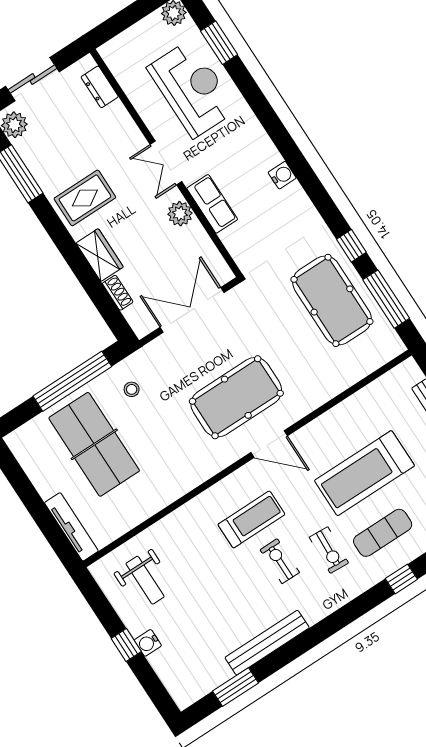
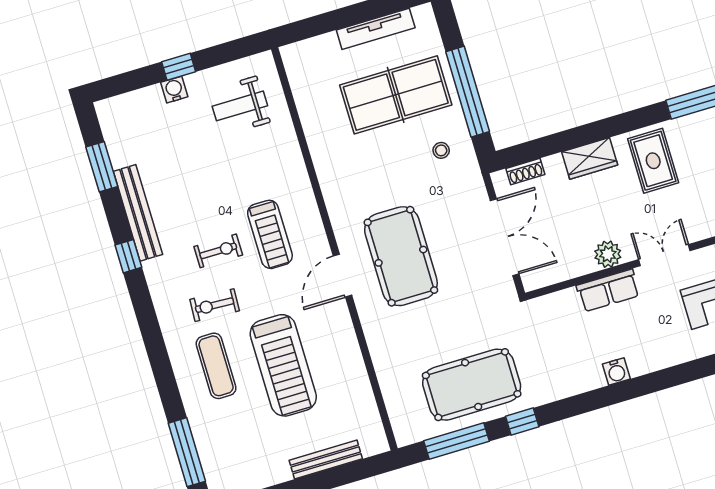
shoe rack: (118, 293) -> (525, 172), moved
treadmill: (364, 473) -> (283, 365), turned 180
tv unit: (71, 527) -> (376, 29), moved
window: (401, 579) -> (128, 256), moved

